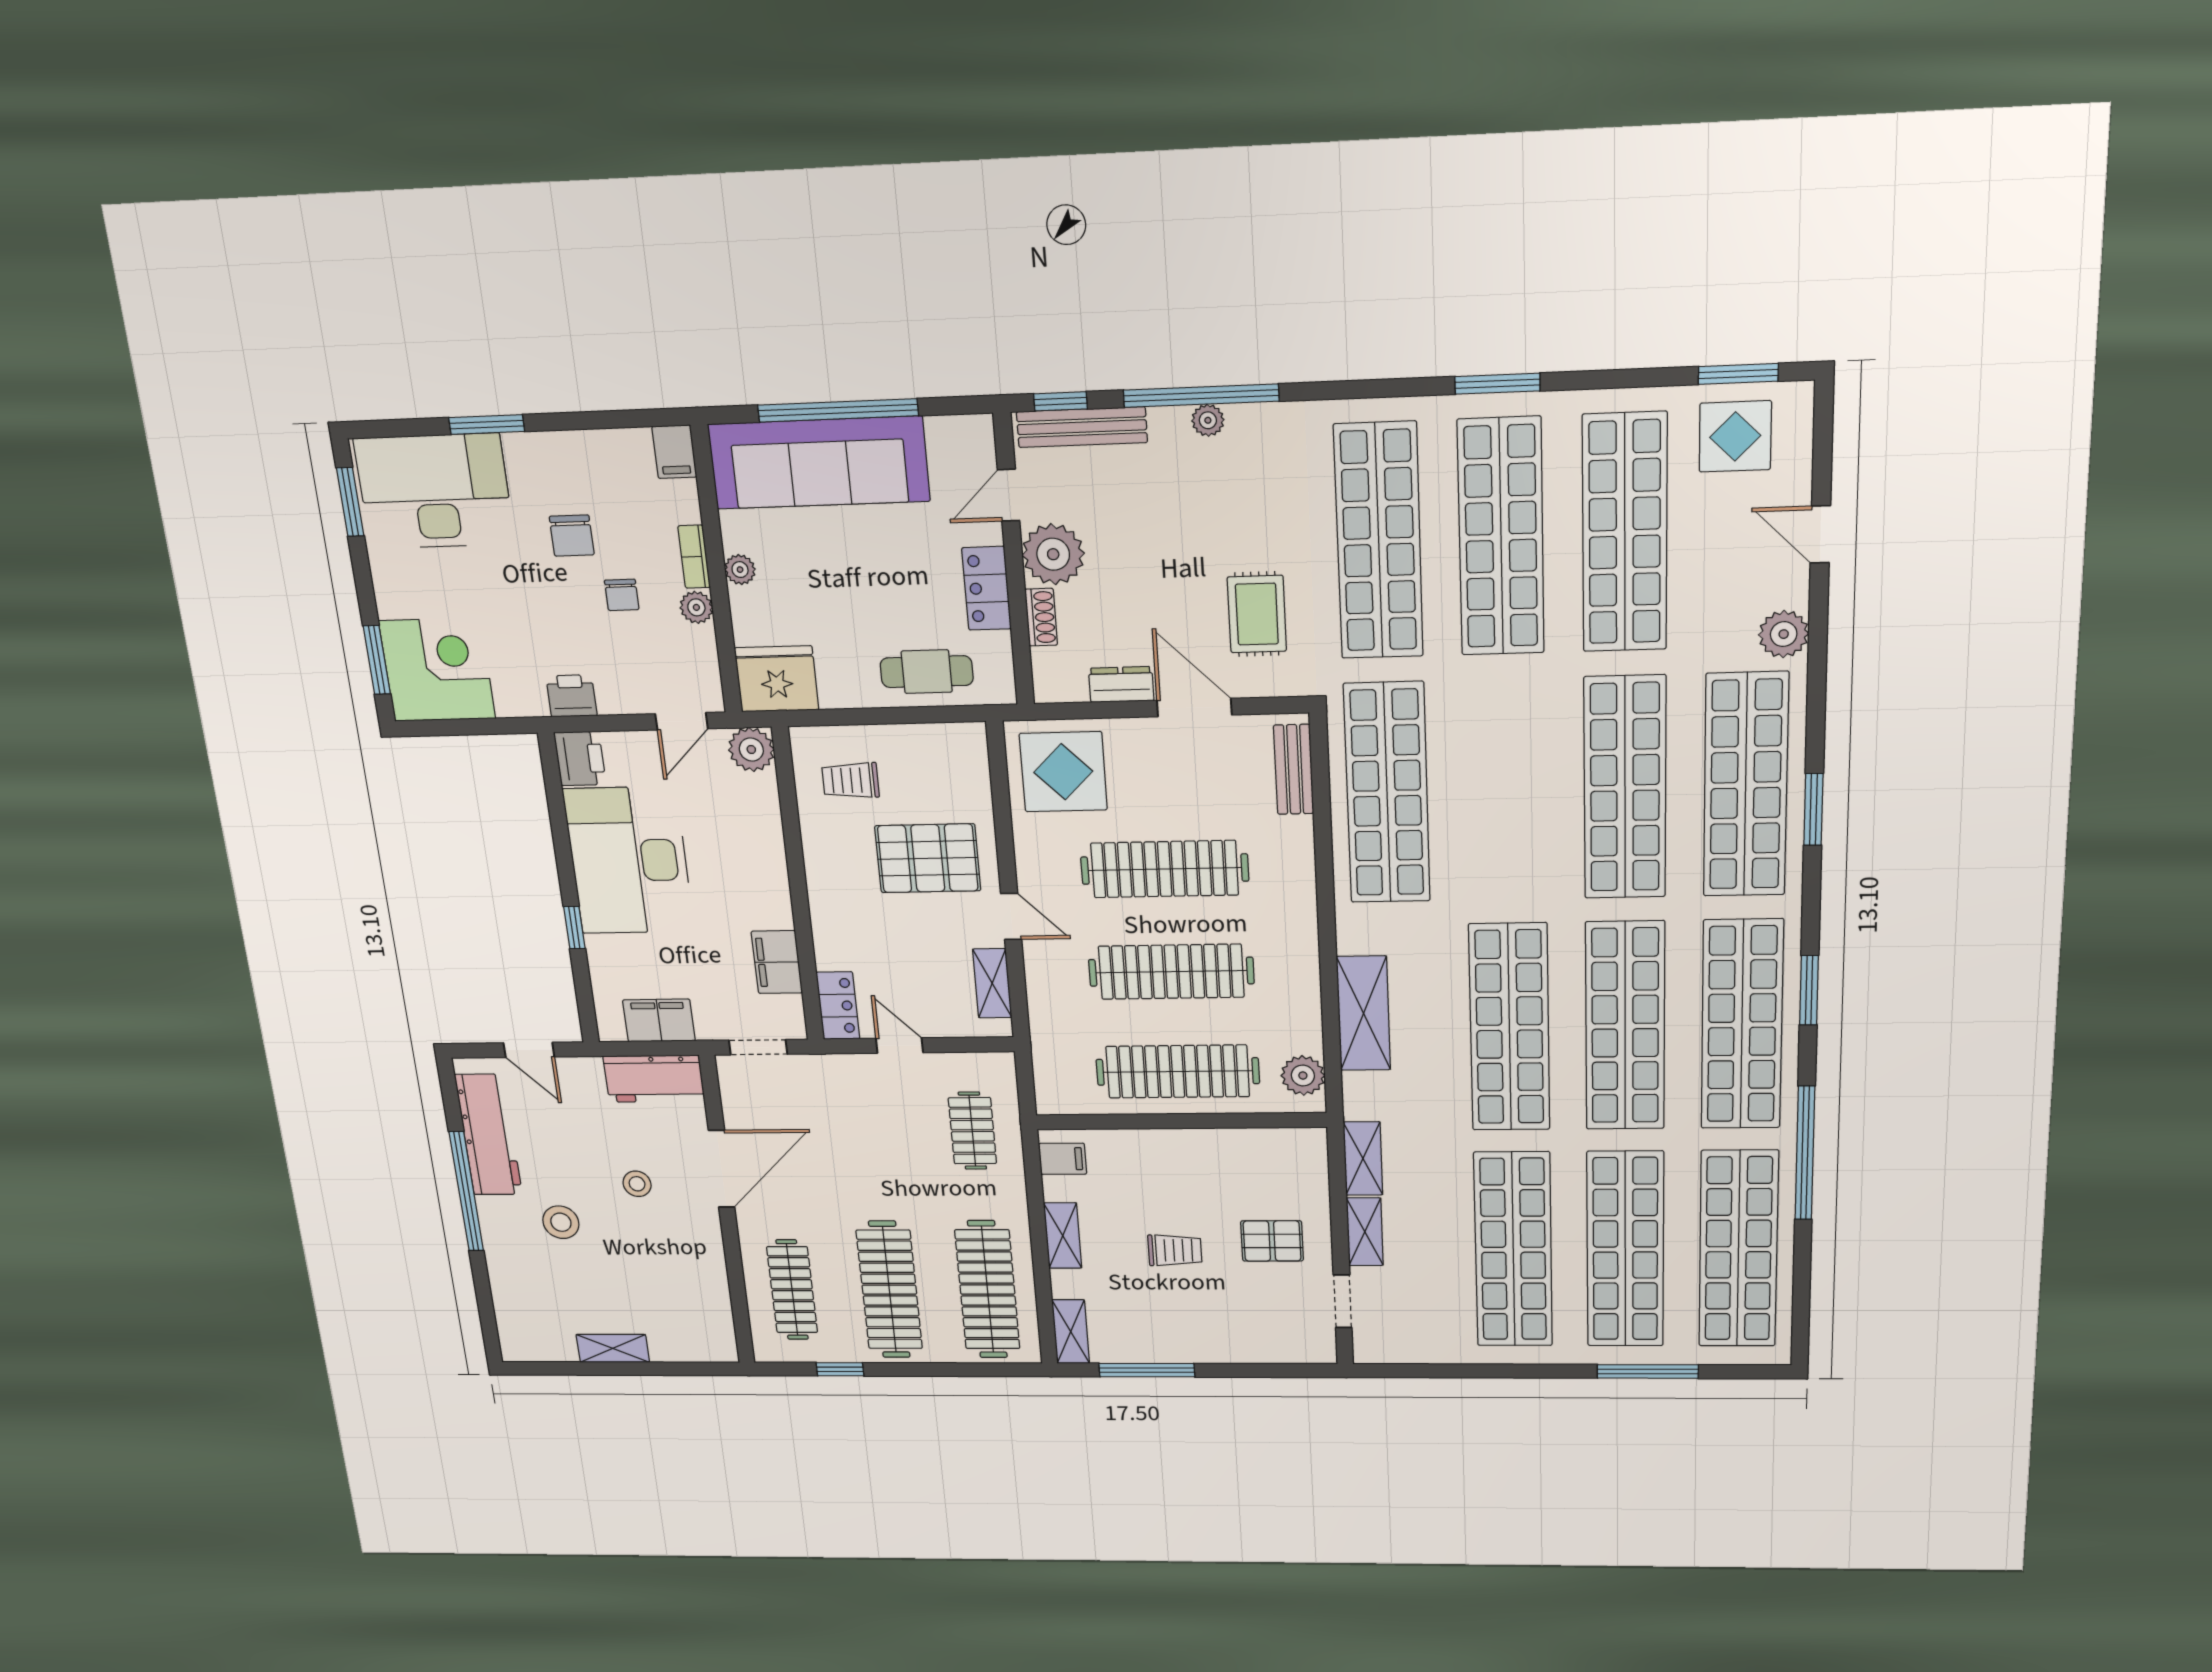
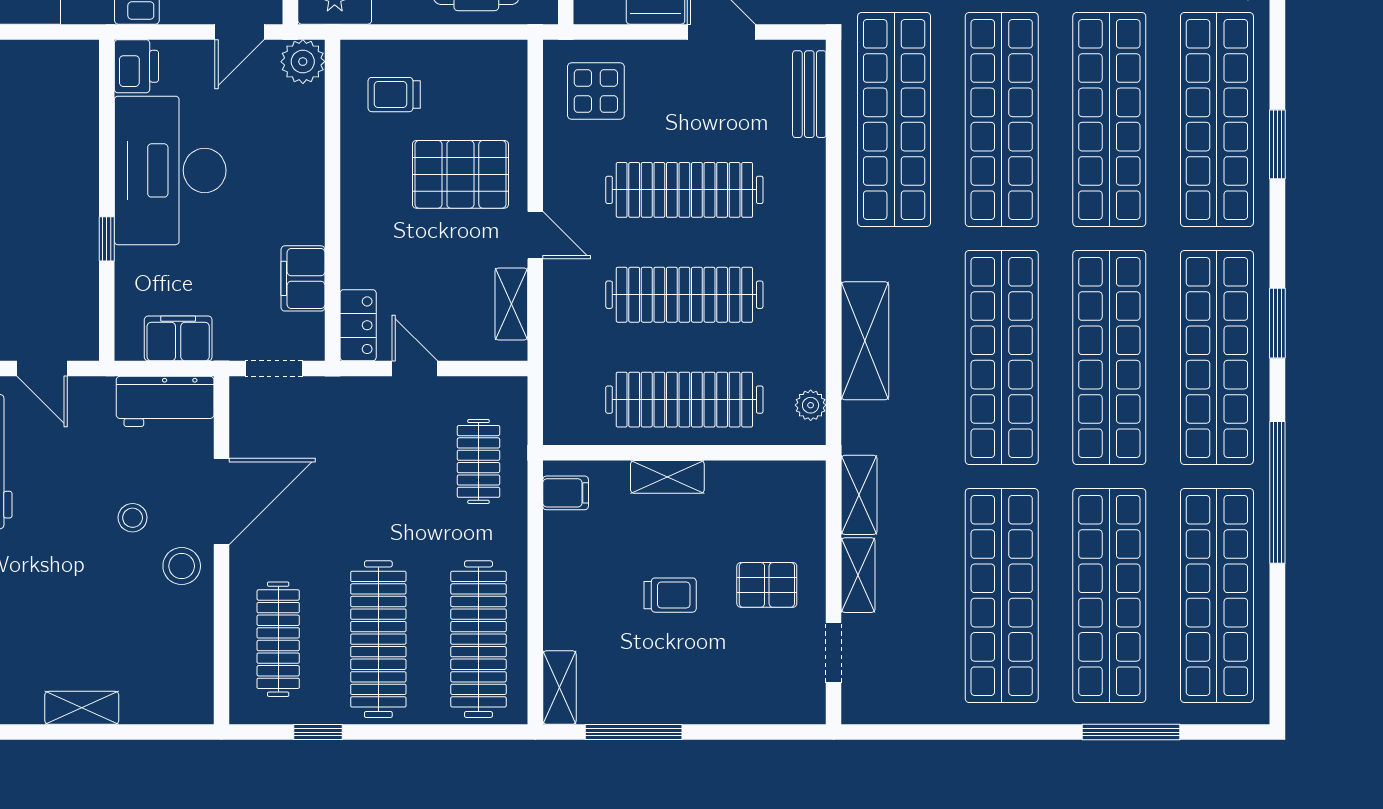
display table: (1063, 772) -> (596, 91), width x0.73, depth x0.73
shop shelf: (1505, 791) -> (1002, 120), added
plant: (1303, 1076) -> (811, 405), width x0.73, depth x0.73
stool: (561, 1222) -> (182, 566), moved
shelving: (1063, 1236) -> (667, 477), moved, turned 90

